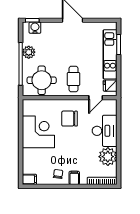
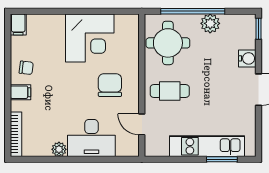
water cooler: (35, 28) -> (247, 58), moved
fridge: (110, 86) -> (160, 146), removed
plant: (108, 157) -> (59, 149), width x0.53, depth x0.53

